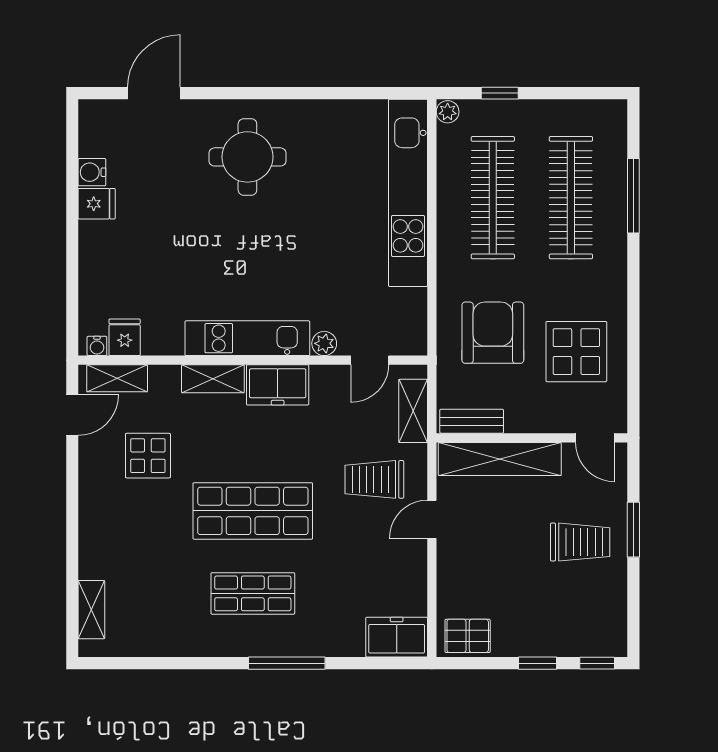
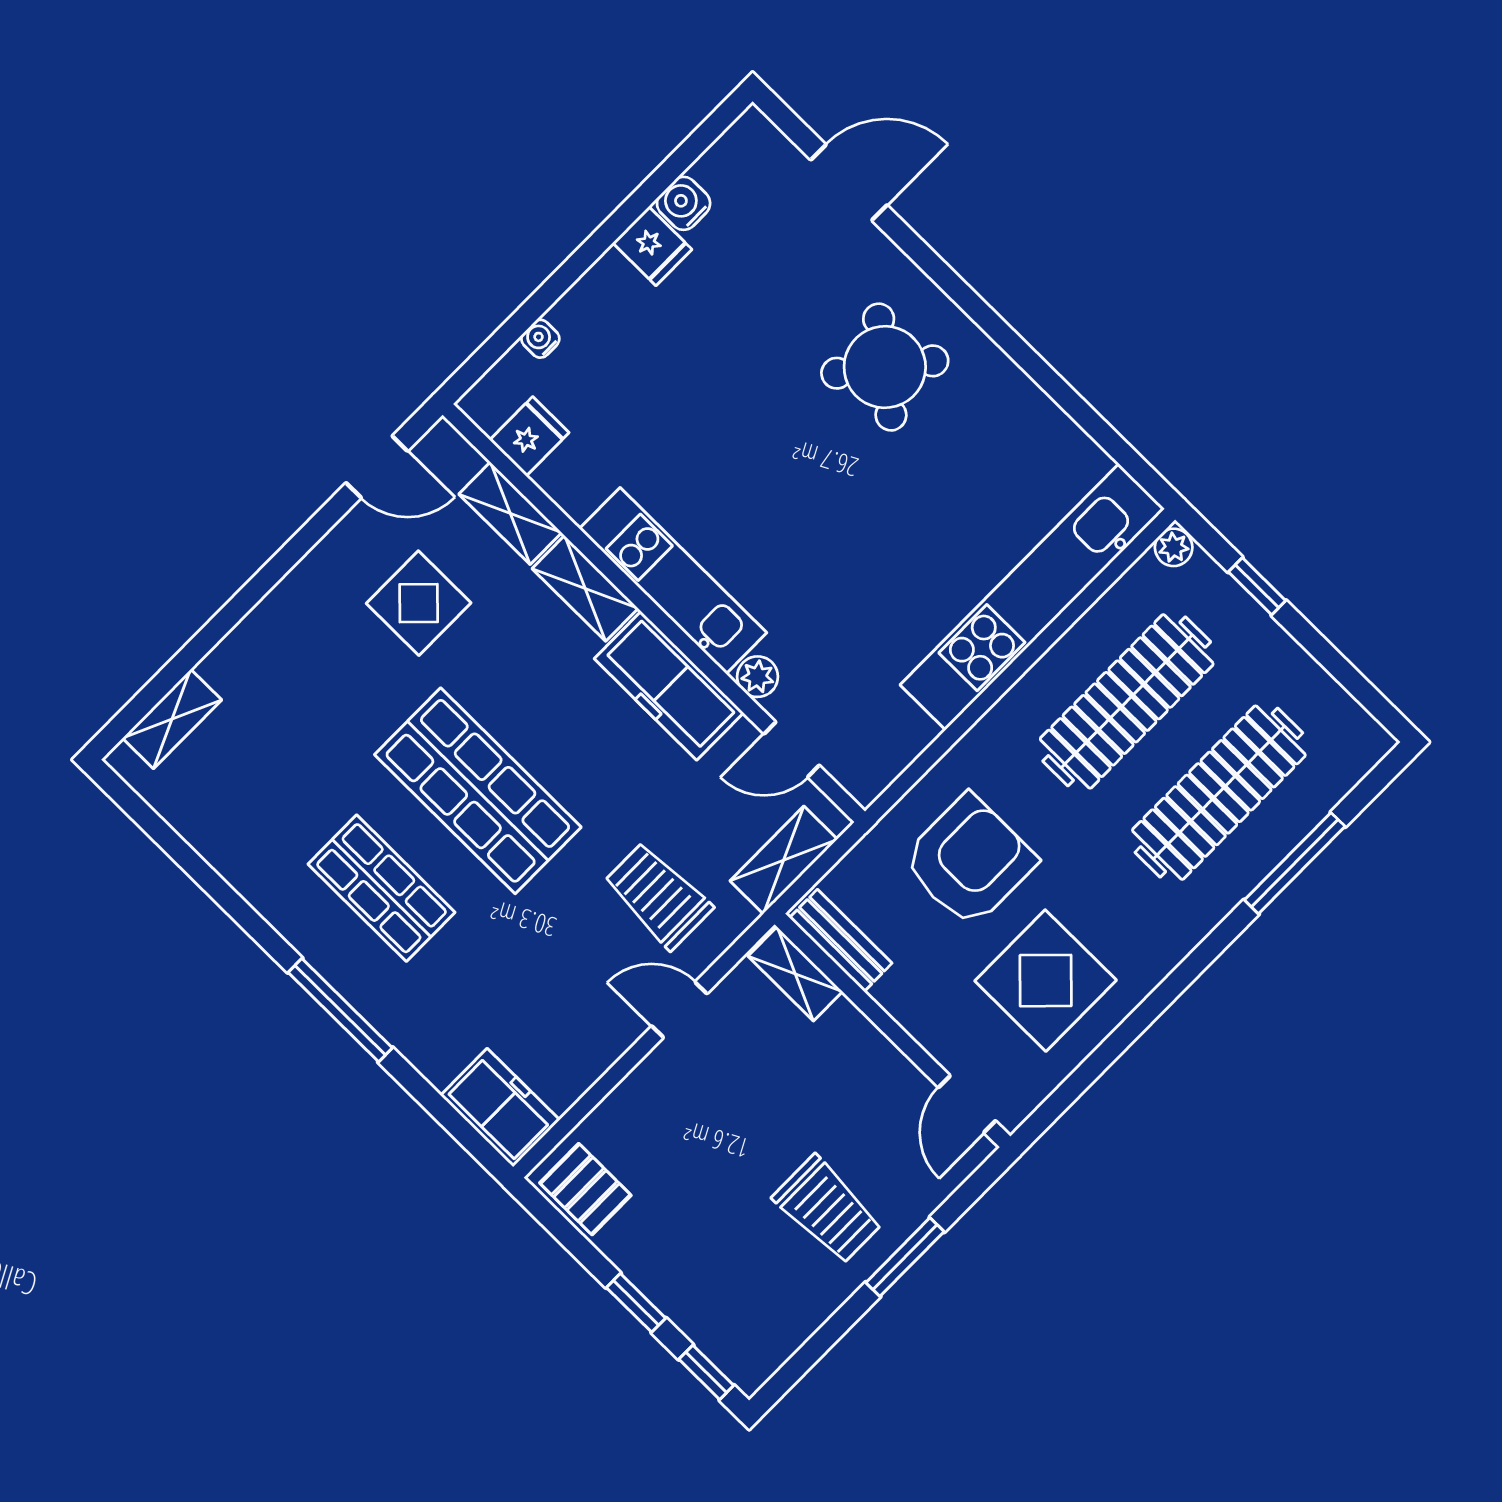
round table: (247, 157) -> (885, 367), turned 38
water cooler: (97, 346) -> (540, 339), moved, turned 90
shelving: (117, 378) -> (510, 513), moved
freezer: (278, 385) -> (669, 686), width x1.40
shelving: (500, 459) -> (795, 974), width x0.45, depth x0.75

